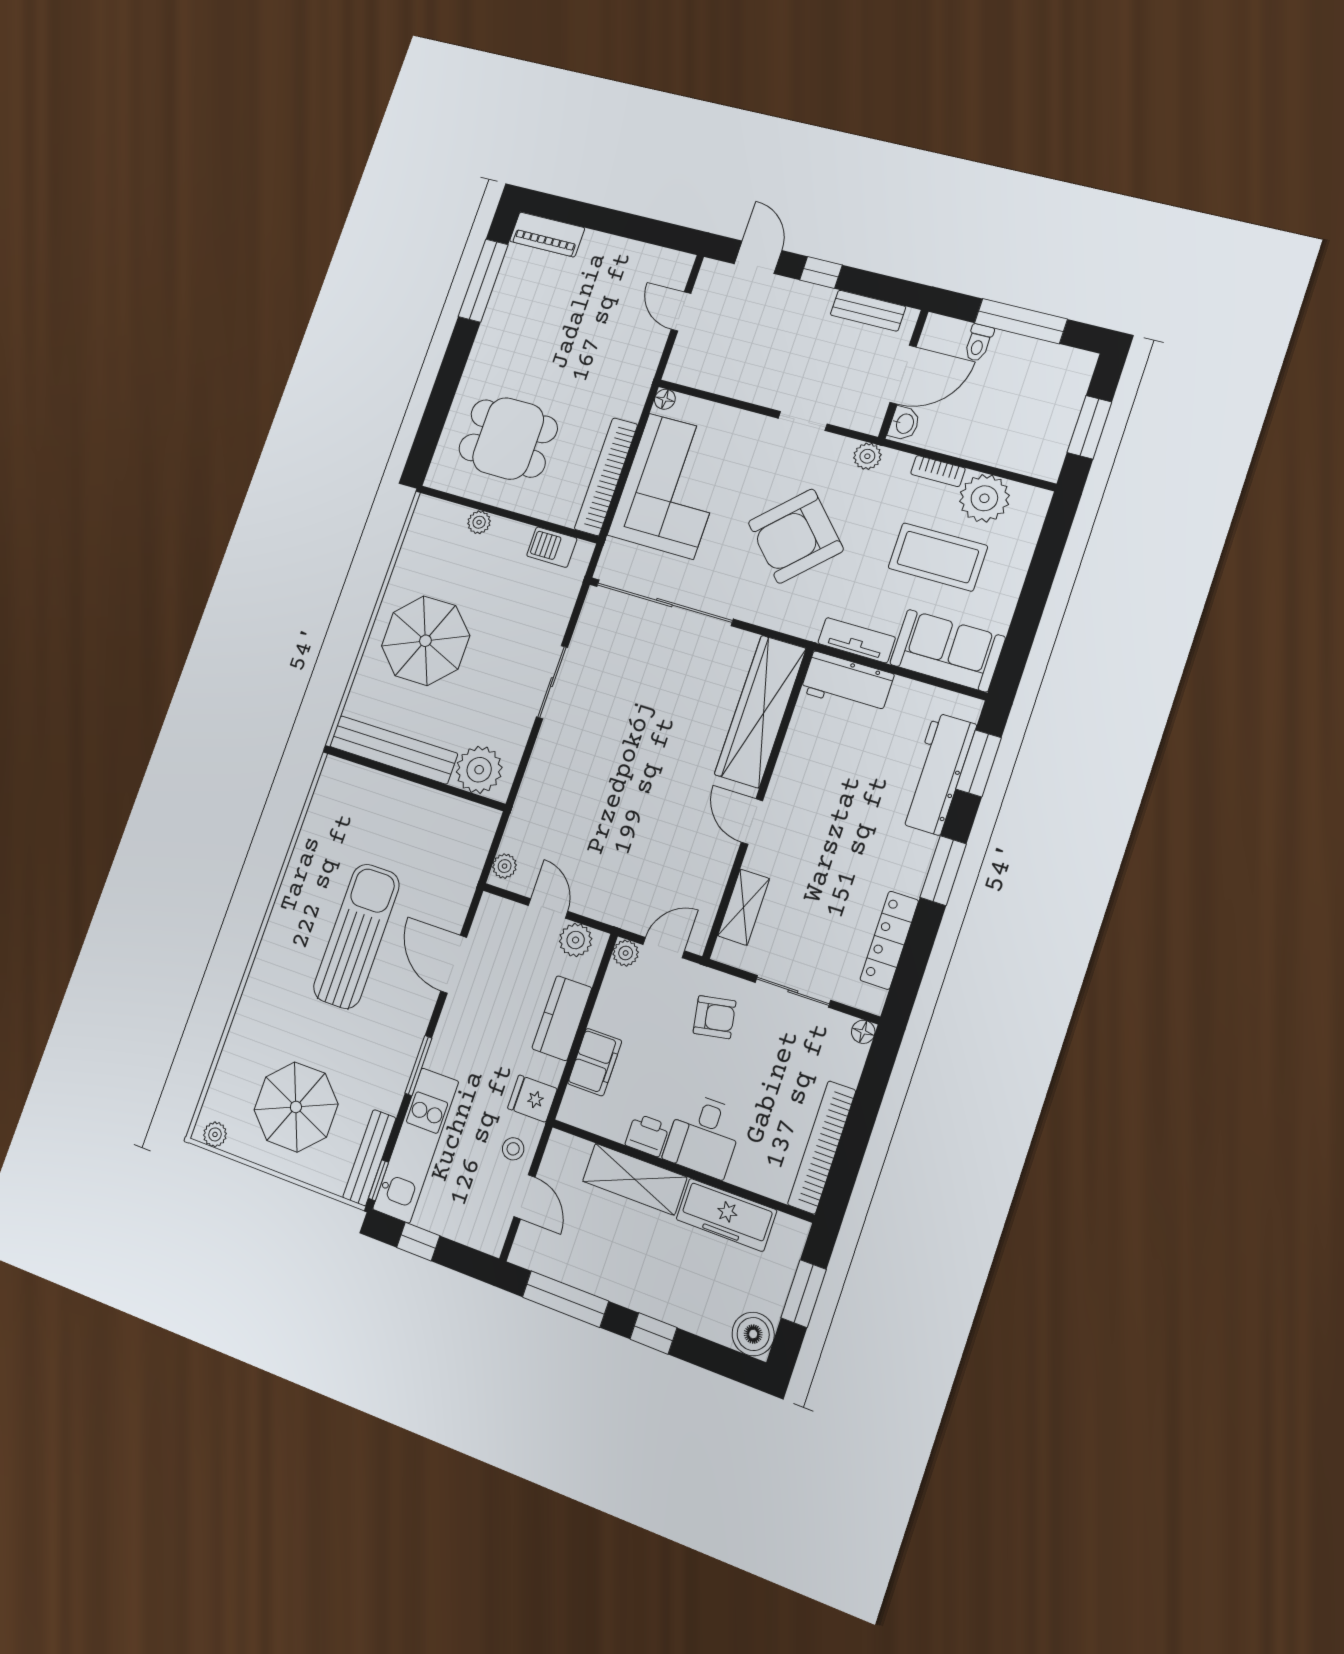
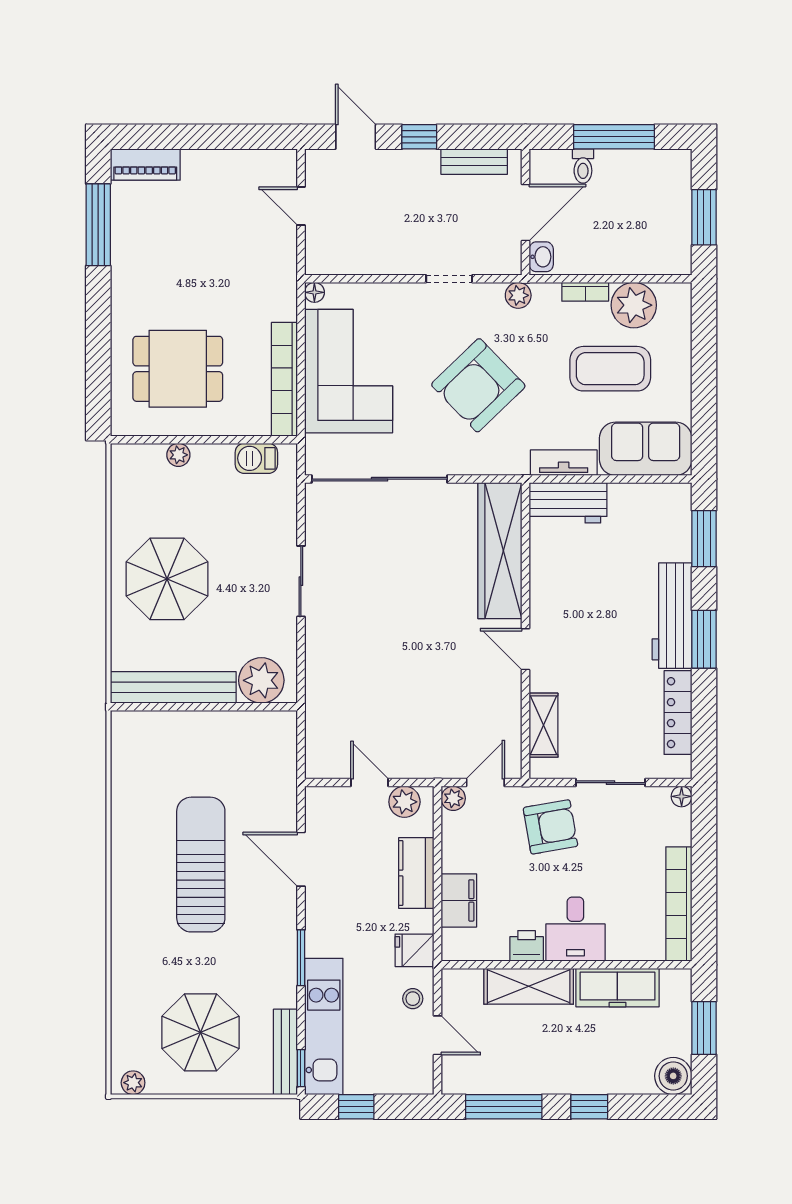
workbench: (937, 774) -> (672, 616), moved
plant: (505, 866) -> (316, 758), removed
armchair: (715, 1017) -> (550, 827), width x1.38, depth x1.38

